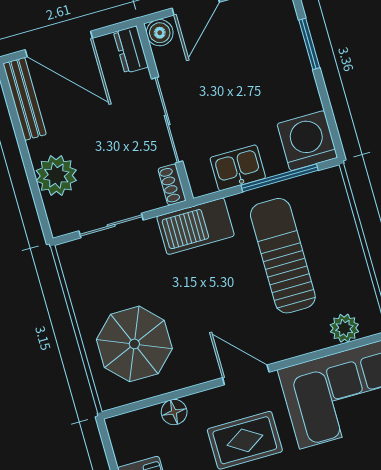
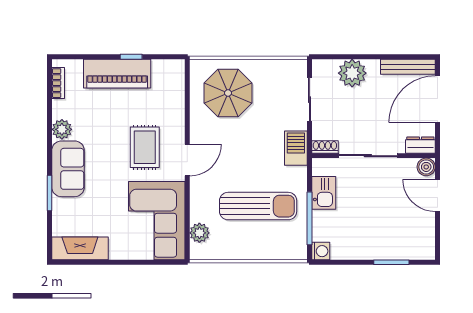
washing machine: (307, 141) -> (321, 251), width x0.53, depth x0.53
barbecue: (195, 226) -> (296, 148), width x0.73, depth x0.83
floor lamp: (174, 412) -> (176, 106), removed

